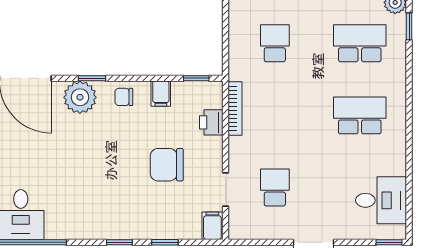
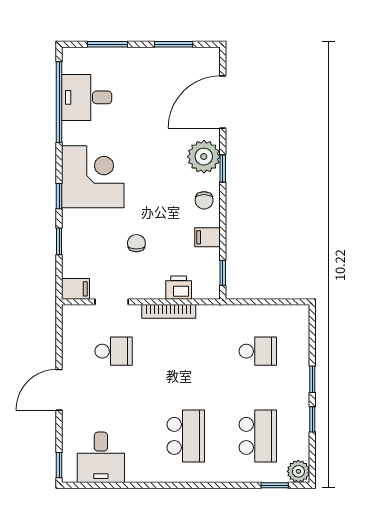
chair: (124, 97) -> (204, 200), turned 180
bookcase: (235, 109) -> (169, 311), moved
chair: (167, 165) -> (136, 243), width x0.54, depth x0.54
corner desk: (100, 208) -> (93, 177), added

